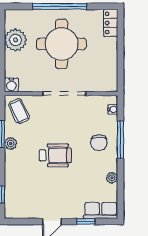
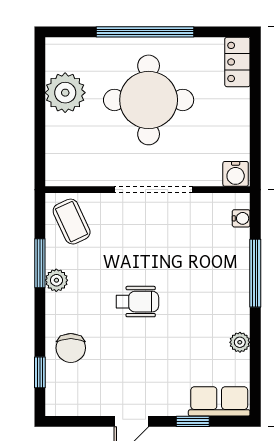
water cooler: (11, 85) -> (236, 174), moved
chair: (99, 143) -> (71, 348), moved
wheelchair: (55, 155) -> (137, 302), width x0.73, depth x0.73

